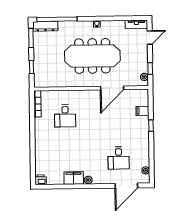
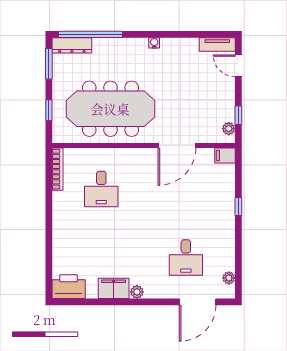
door: (150, 38) -> (238, 66), swing flipped
meeting table: (92, 56) -> (110, 109), moved
filing cabinet: (142, 111) -> (225, 155), moved
printer: (41, 180) -> (69, 287), width x1.87, depth x1.48

